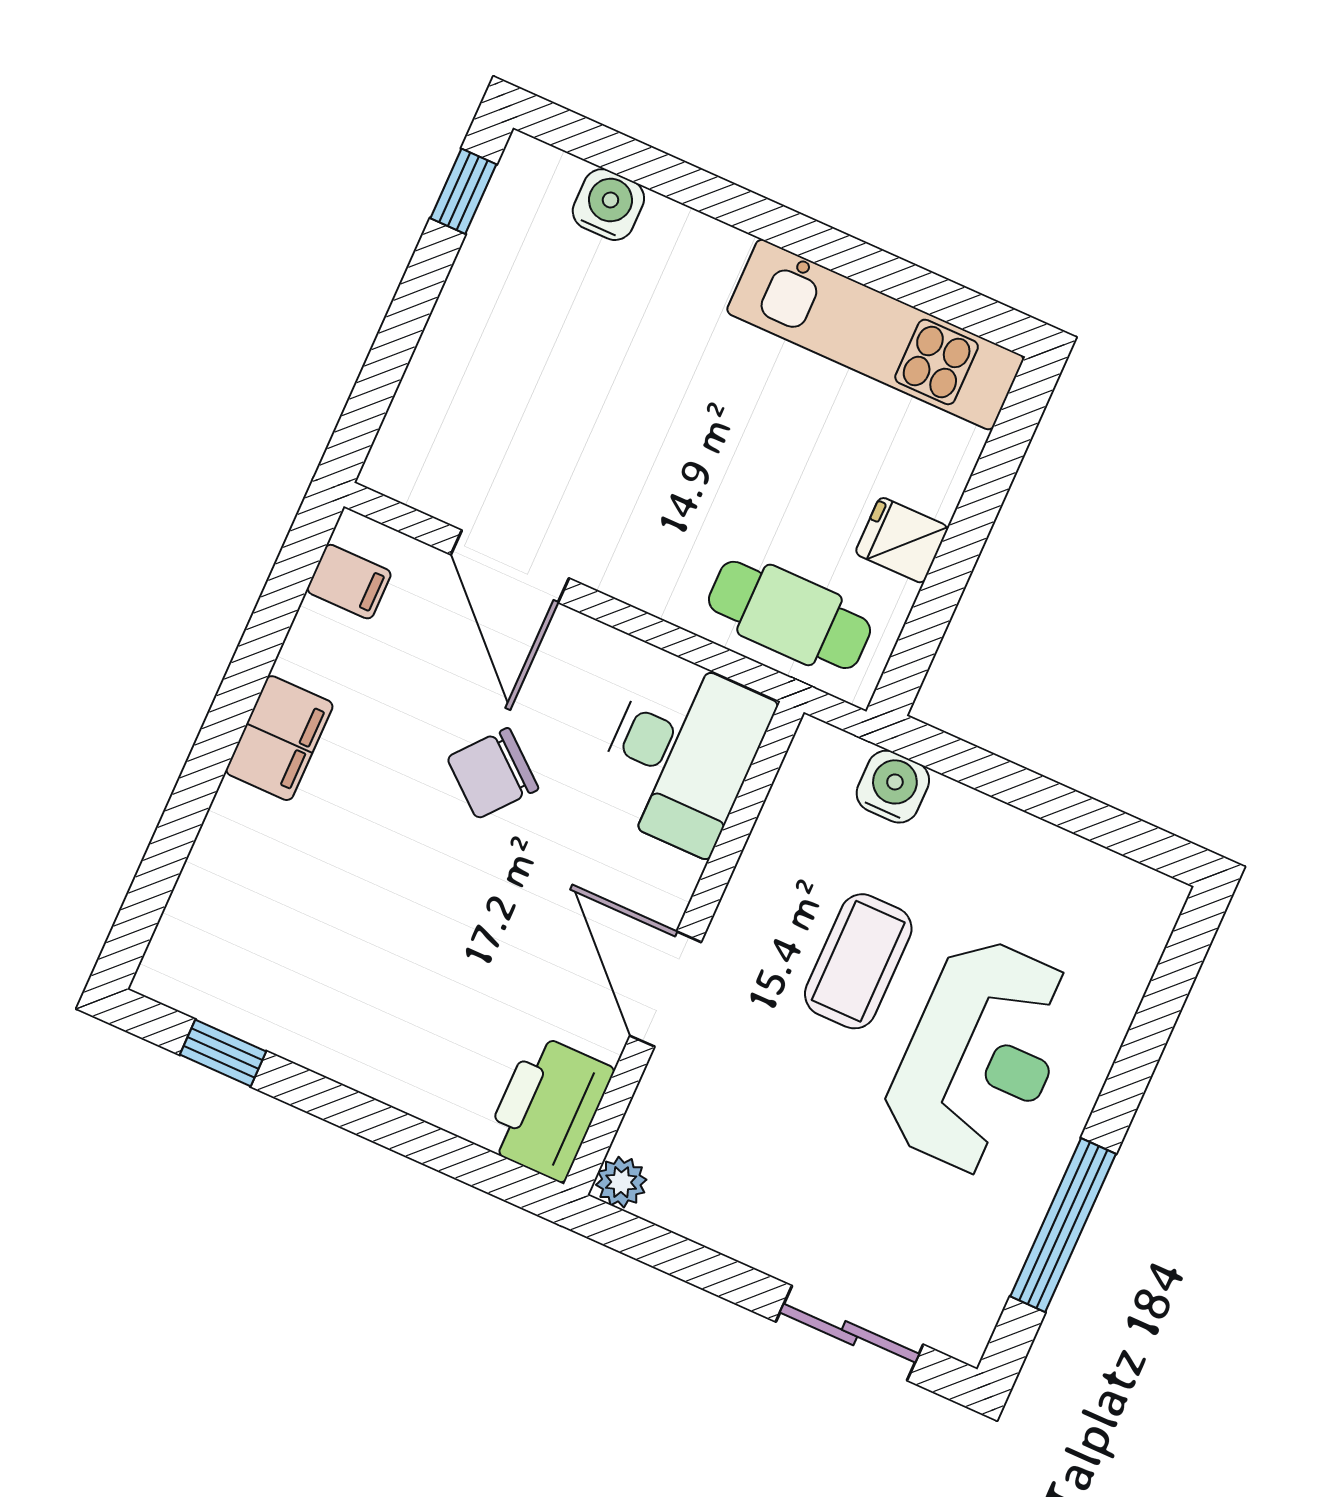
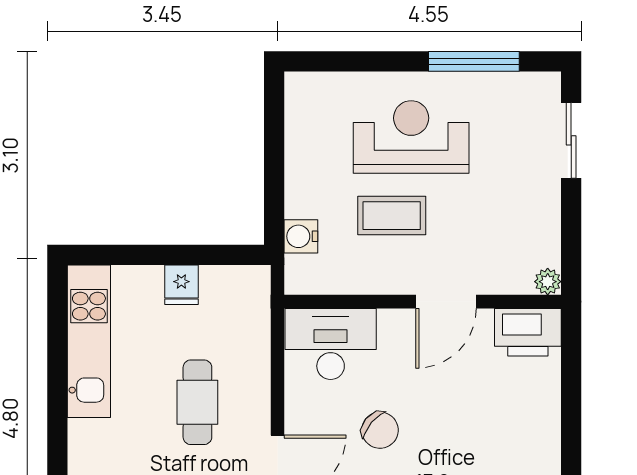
cafe table: (789, 615) -> (197, 402), moved

